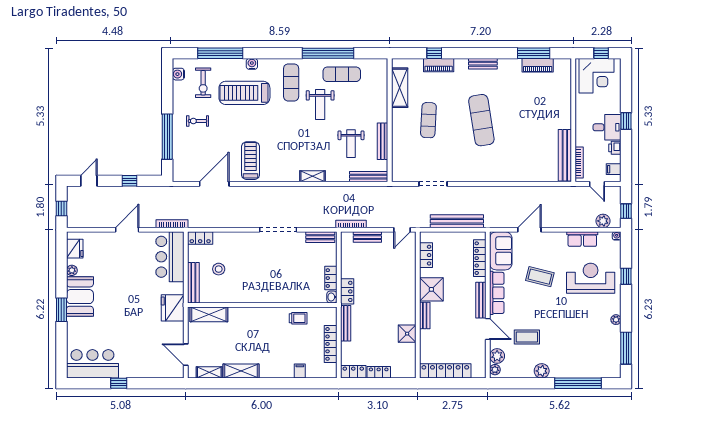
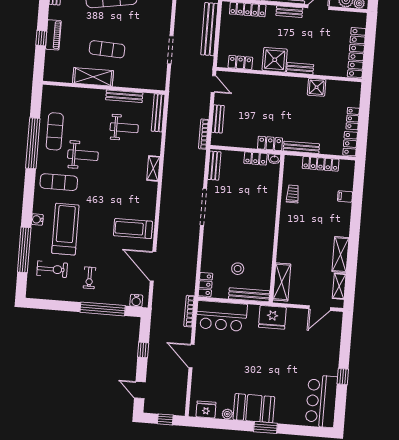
water cooler: (178, 74) -> (136, 301), moved
shelving: (400, 88) -> (93, 77), moved
treadmill: (244, 93) -> (65, 229), turned 180
bench: (481, 300) -> (289, 12), width x0.73

